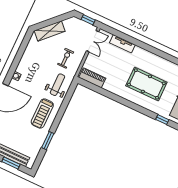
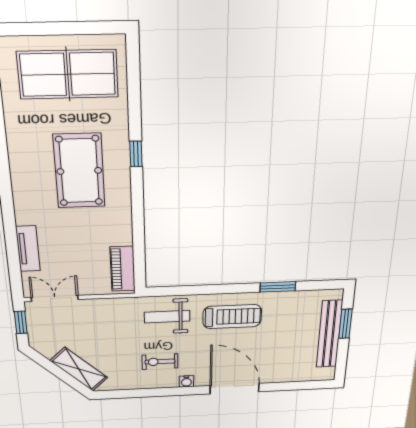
exercise bike: (66, 58) -> (160, 362), moved
window: (162, 120) -> (136, 154), moved

